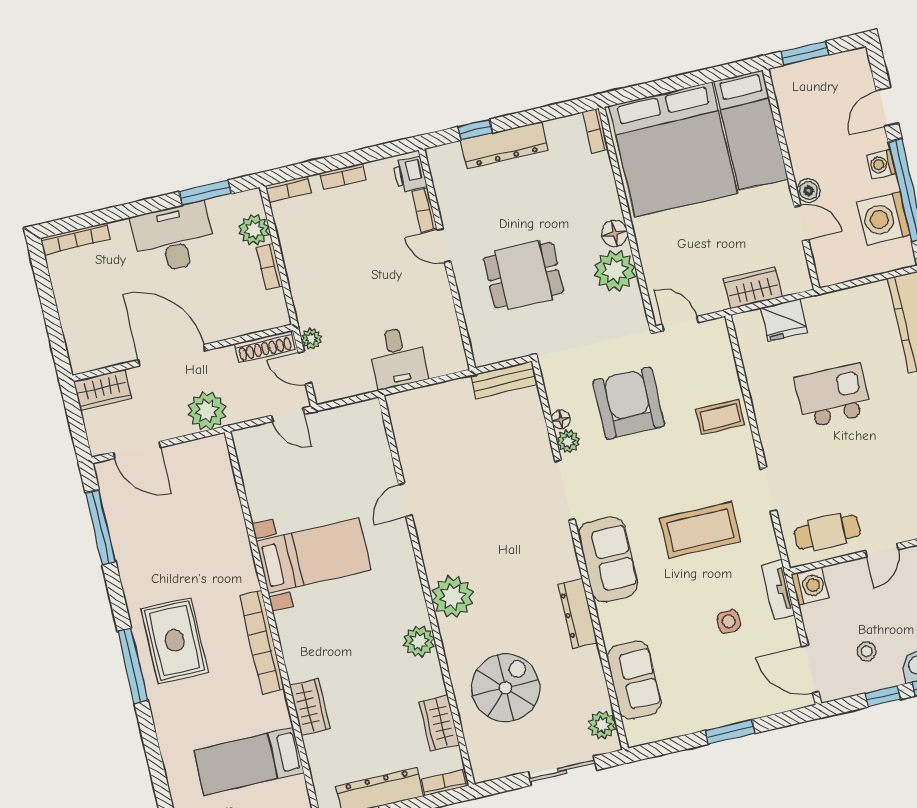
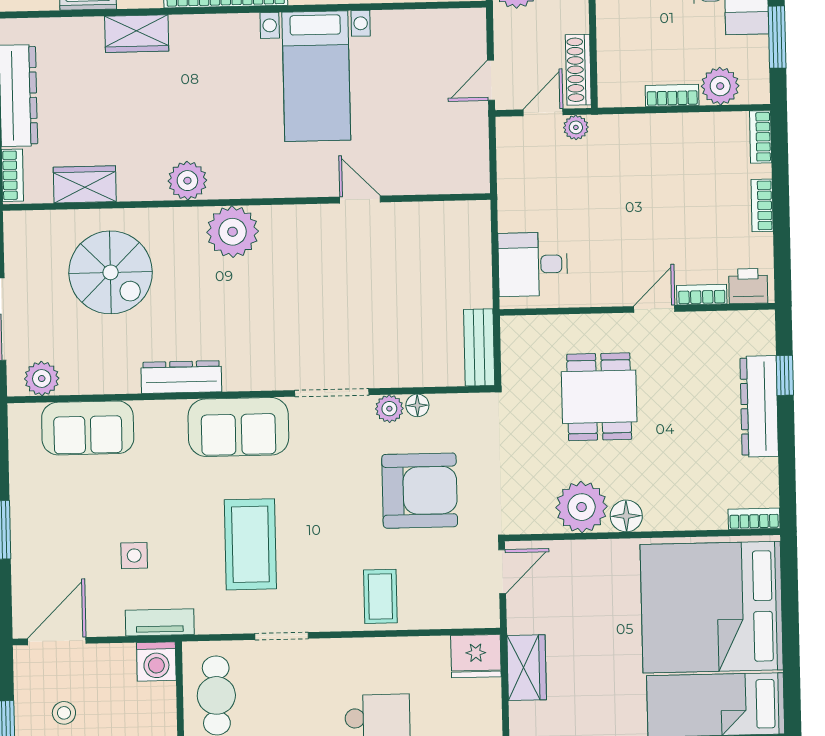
fridge: (784, 320) -> (476, 656), moved, turned -90
desk: (398, 358) -> (533, 264), moved

